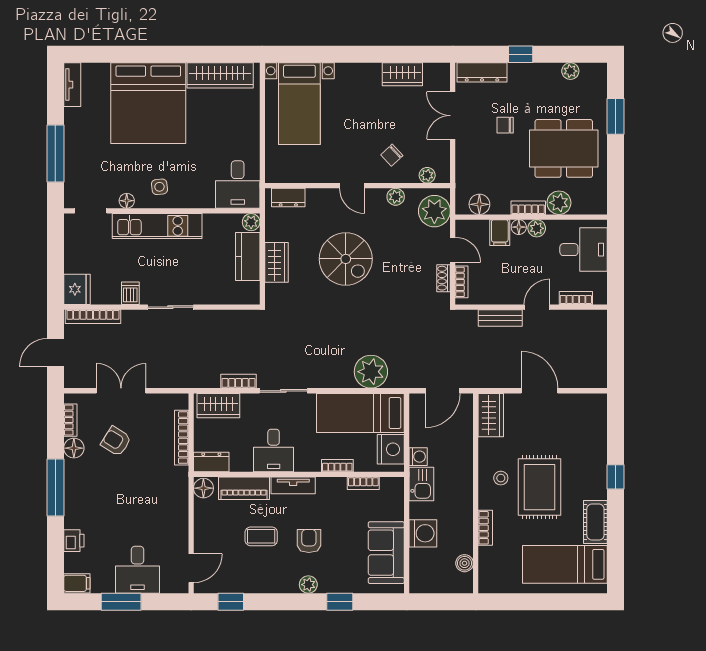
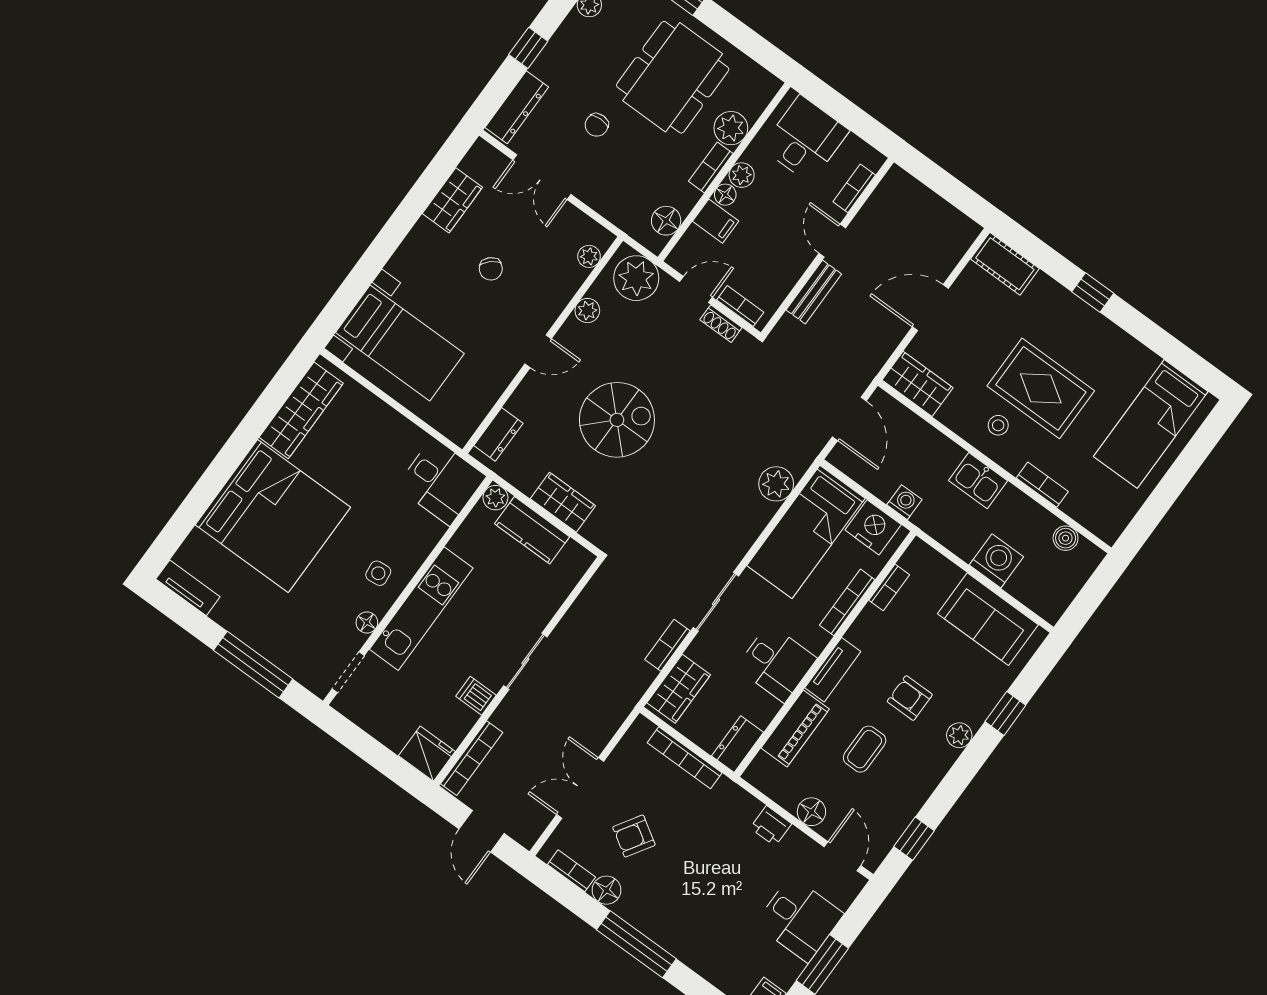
chair: (392, 155) -> (491, 269), moved
plant: (371, 372) -> (776, 484), width x0.73, depth x0.73
bookcase: (337, 466) -> (847, 602), width x1.56
kitchen sink: (421, 484) -> (978, 481), moved, turned 180
floor lamp: (203, 488) -> (811, 812), moved
cot: (595, 522) -> (1005, 264), moved
printer: (74, 541) -> (771, 826), moved, turned 180

